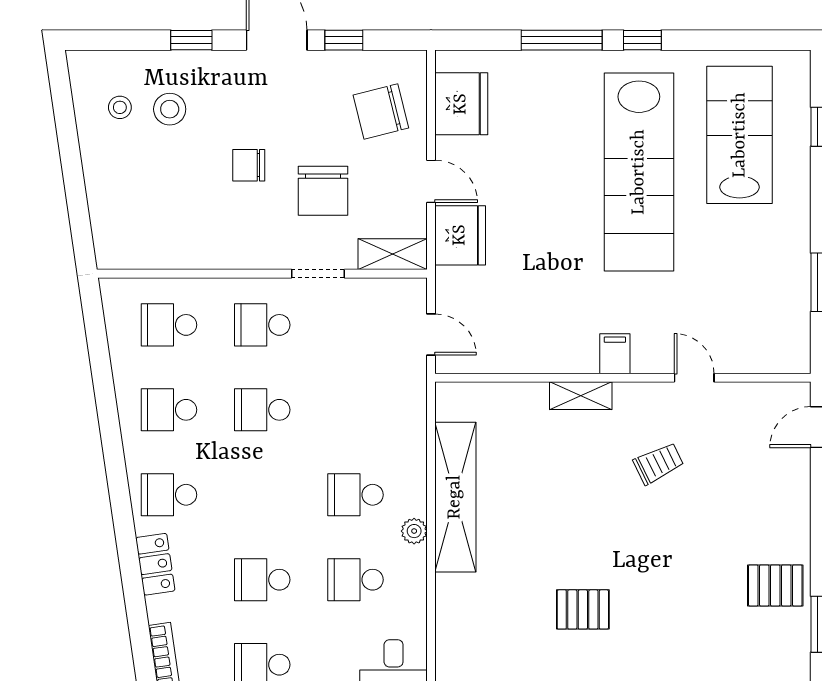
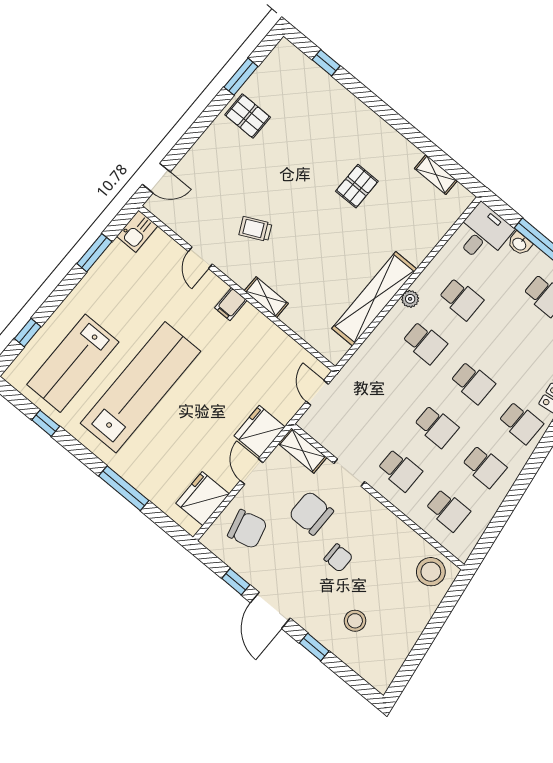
window: (642, 40) -> (46, 423), moved
stool: (120, 107) -> (431, 572), moved, width x1.89, depth x1.89
chair: (323, 191) -> (311, 513), turned -90
kitchen sink: (792, 348) -> (137, 231), added
school desk: (262, 580) -> (473, 383), moved
pallet: (583, 609) -> (357, 186), turned 90

